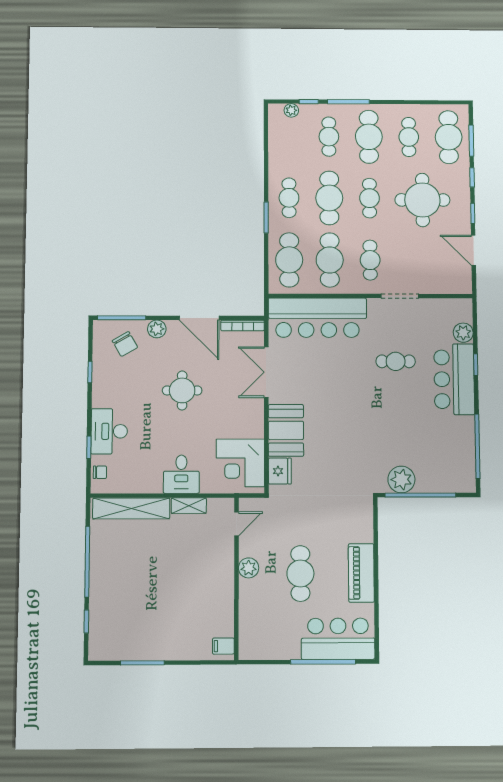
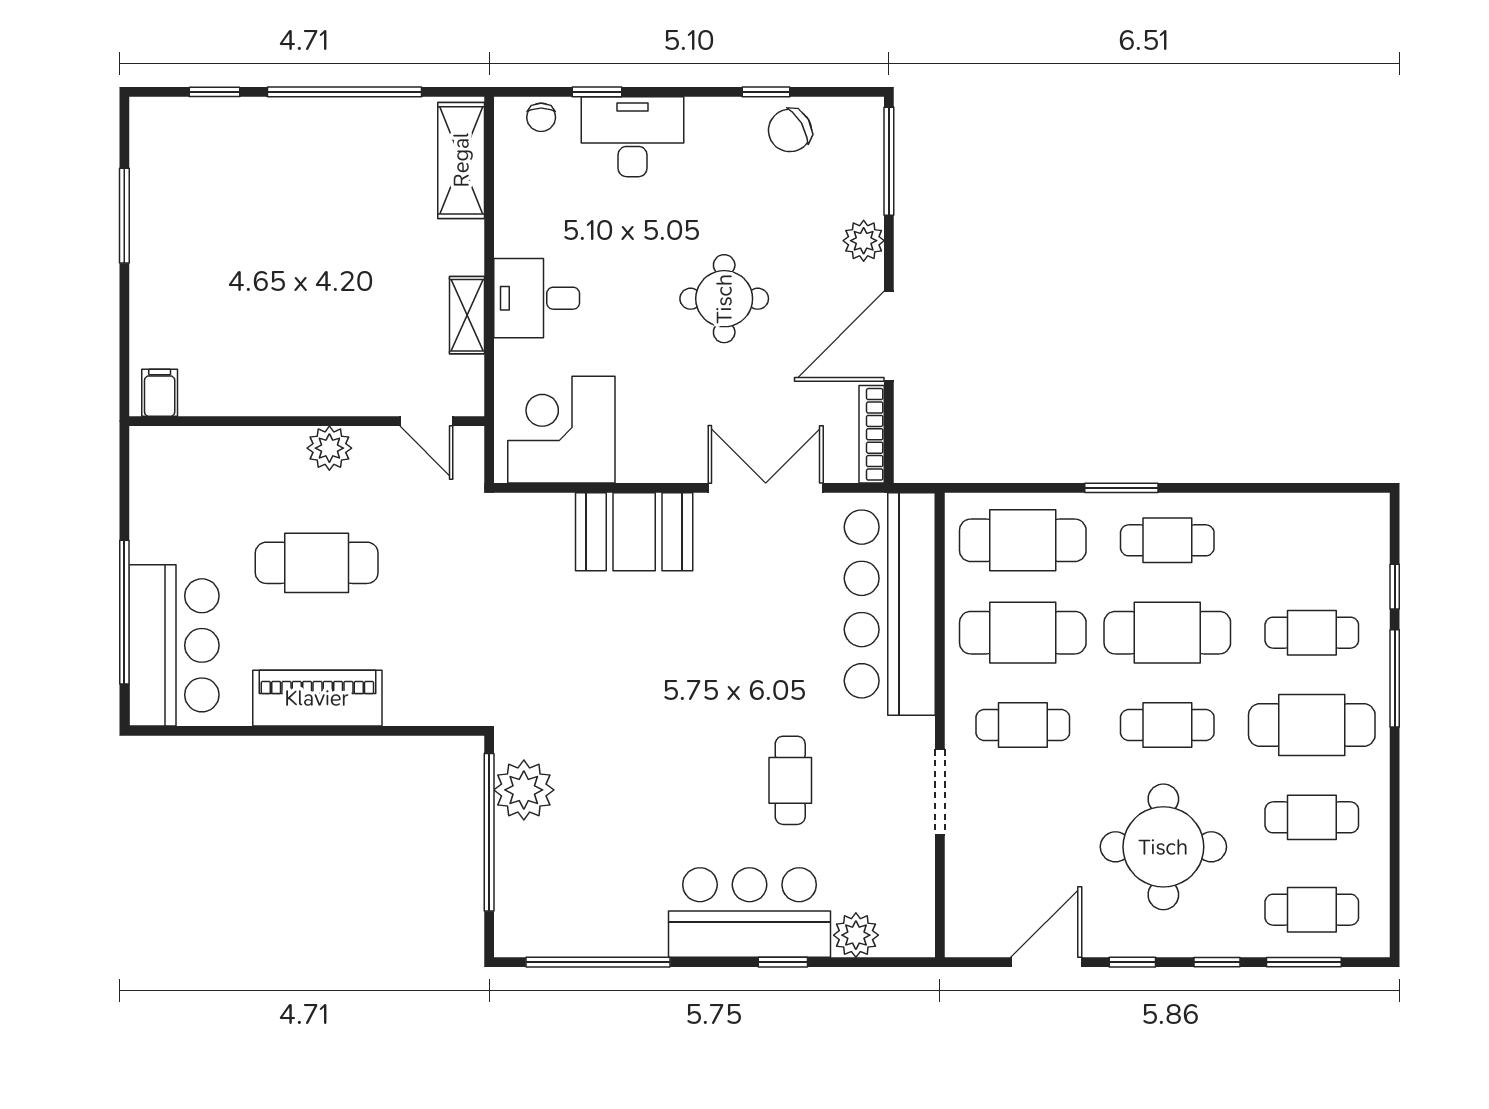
plant: (291, 110) -> (1374, 546), removed
cafe table: (449, 137) -> (1312, 910), width x0.73, depth x0.74
chair: (125, 344) -> (790, 130), moved
fridge: (280, 471) -> (543, 518), removed
shelving: (131, 508) -> (461, 160), width x0.68

